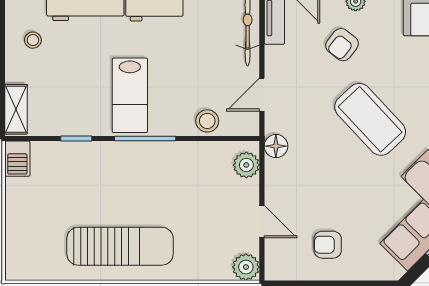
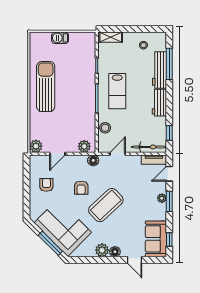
armchair: (342, 45) -> (81, 188), moved, turned -128
lab bench: (130, 95) -> (117, 91), turned -90
door: (262, 95) -> (118, 154), hinge flipped
barbecue: (17, 159) -> (60, 38), moved
sun lounger: (120, 246) -> (46, 86), turned 180

